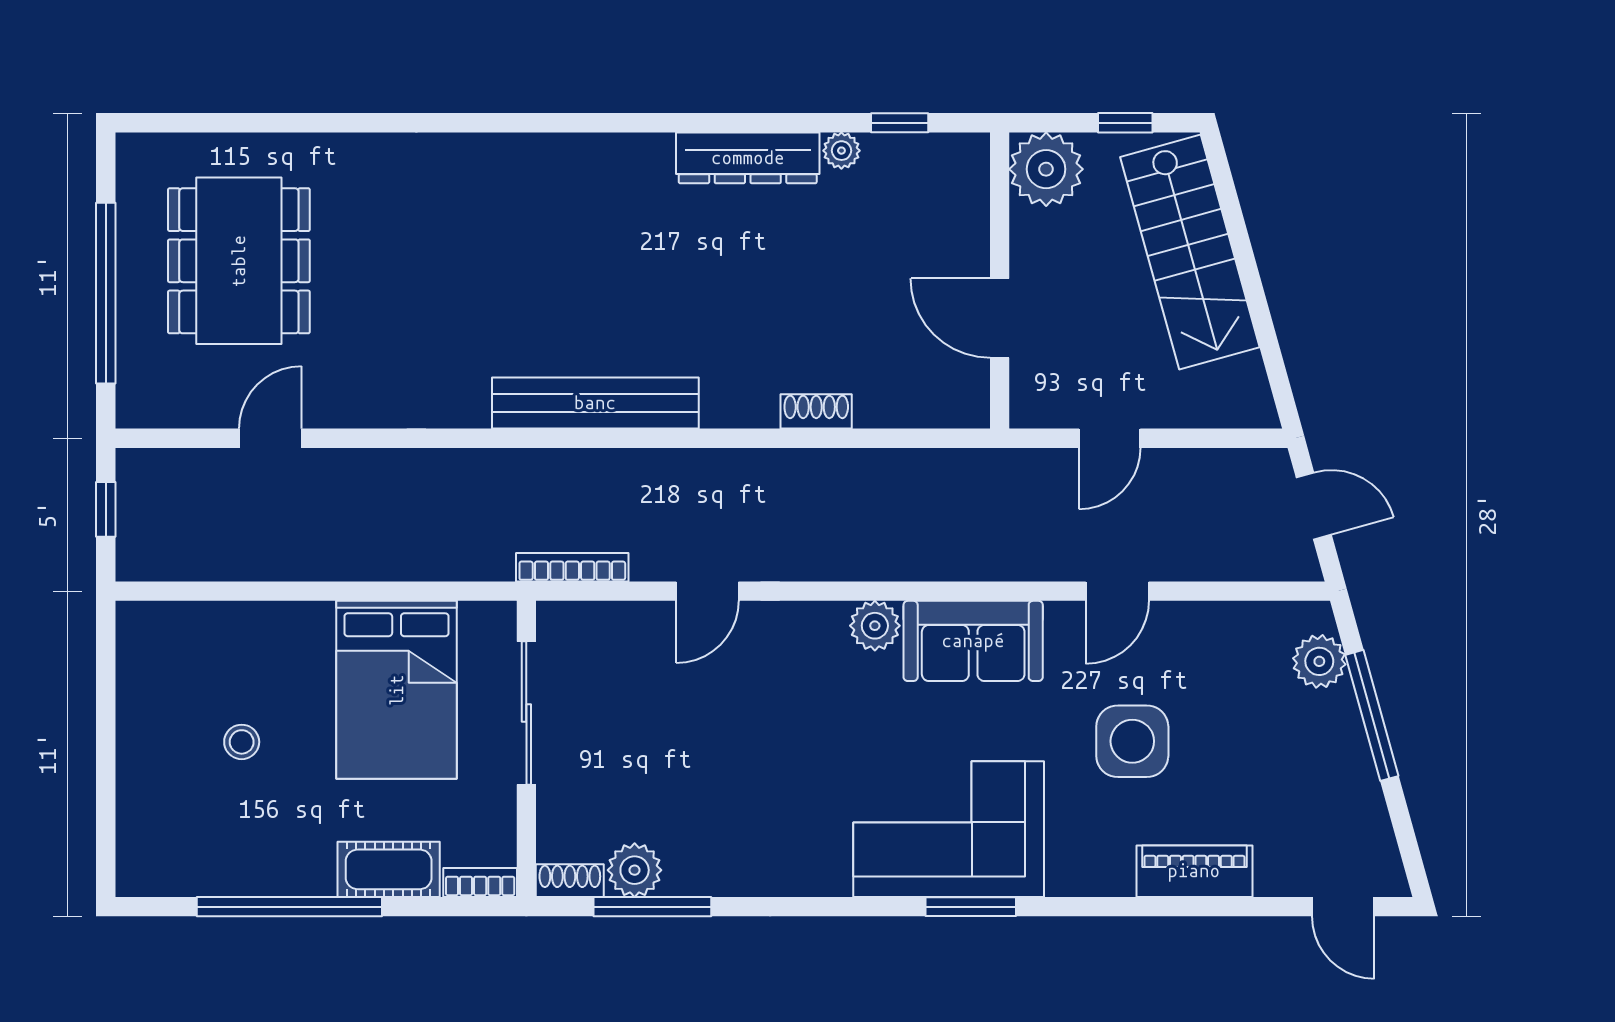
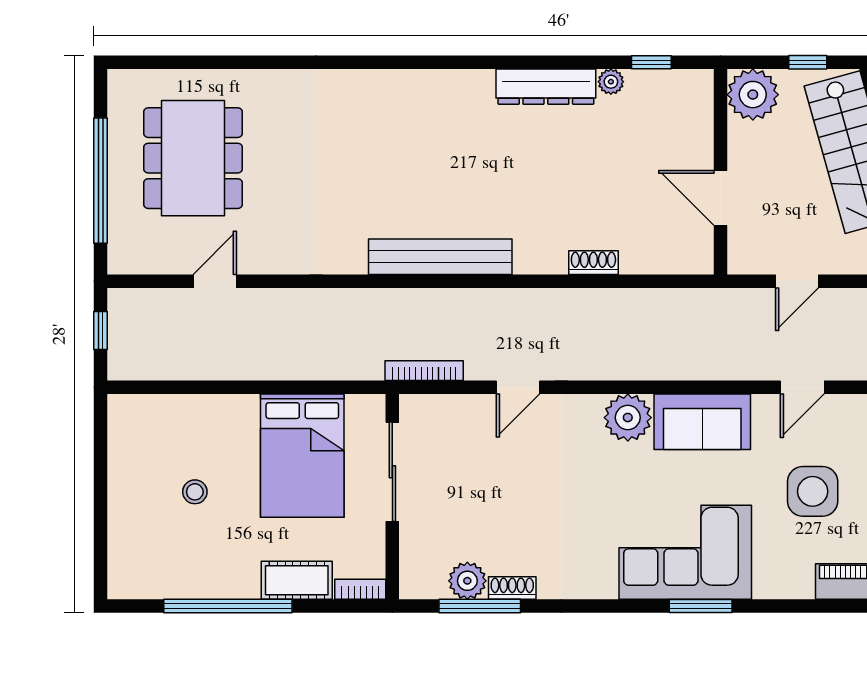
plant: (875, 626) -> (628, 418), width x1.36, depth x1.36
shoe rack: (570, 881) -> (512, 588), moved

